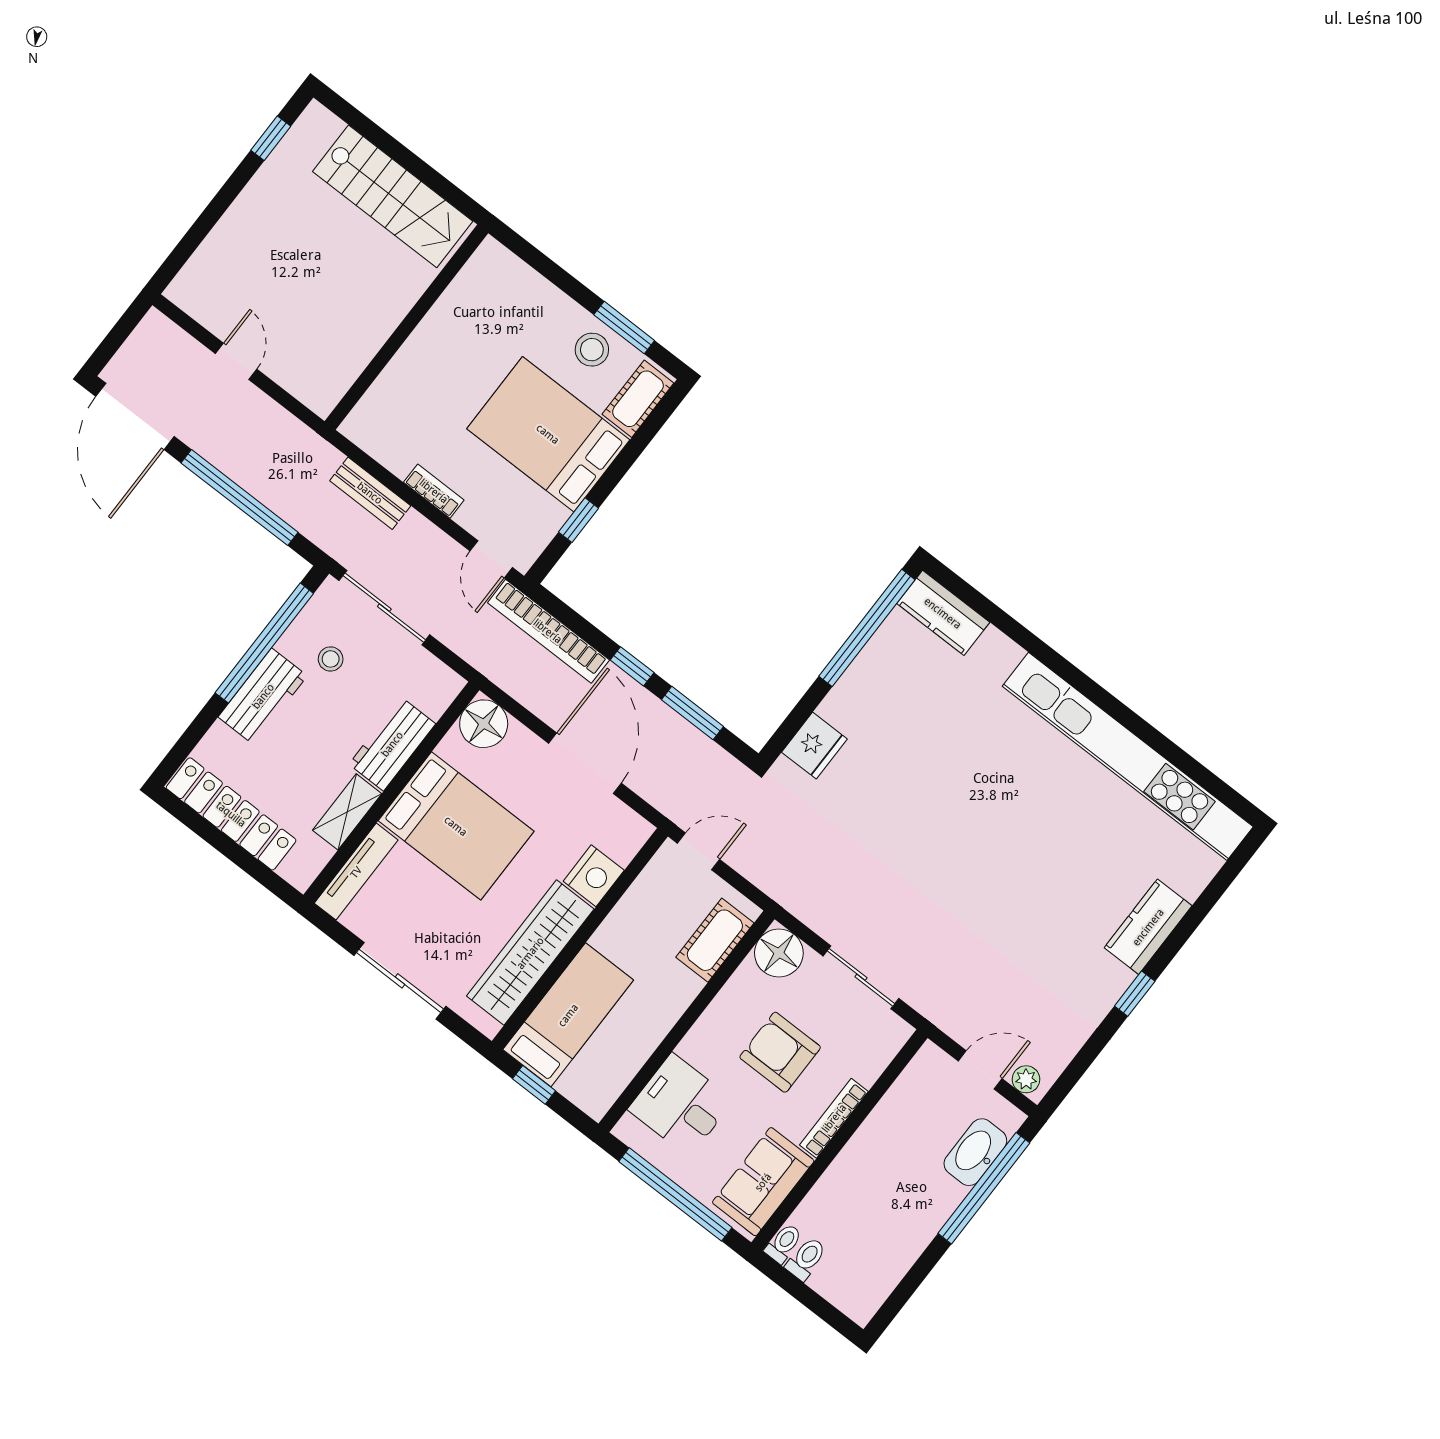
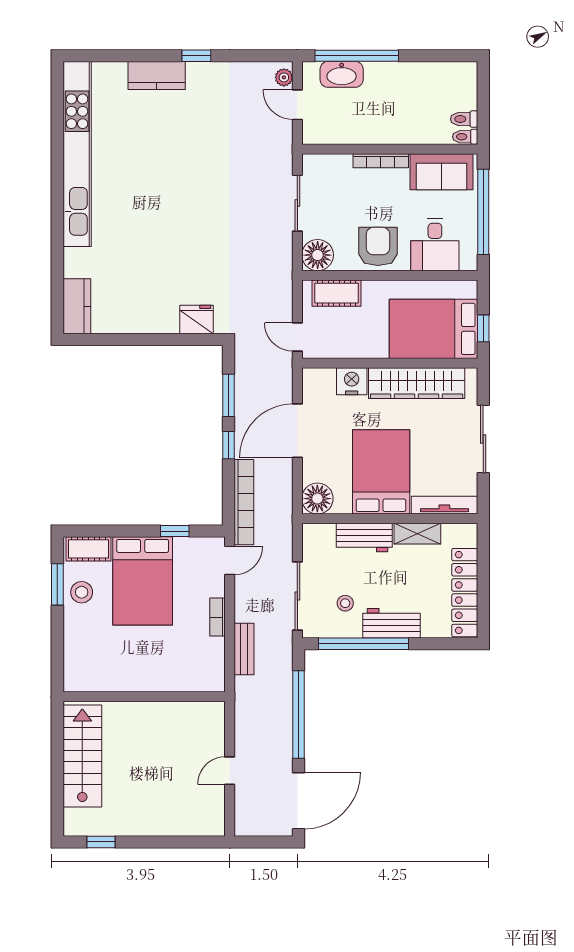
window: (867, 628) -> (115, 340), removed
bed: (568, 1015) -> (433, 329), width x1.50
armchair: (780, 1052) -> (378, 246), moved, turned 180

